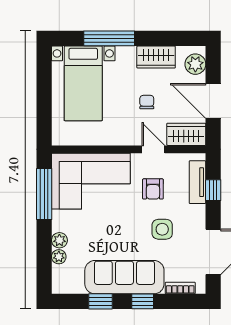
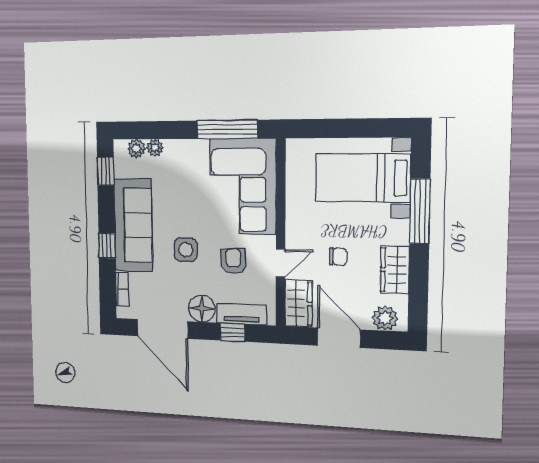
door: (213, 101) -> (339, 338), hinge flipped
armchair: (153, 189) -> (234, 261), turned 87
floor lamp: (194, 217) -> (202, 309), added
side table: (162, 229) -> (186, 250), moved
plant: (59, 240) -> (136, 149), moved
window: (100, 301) -> (106, 171), moved

